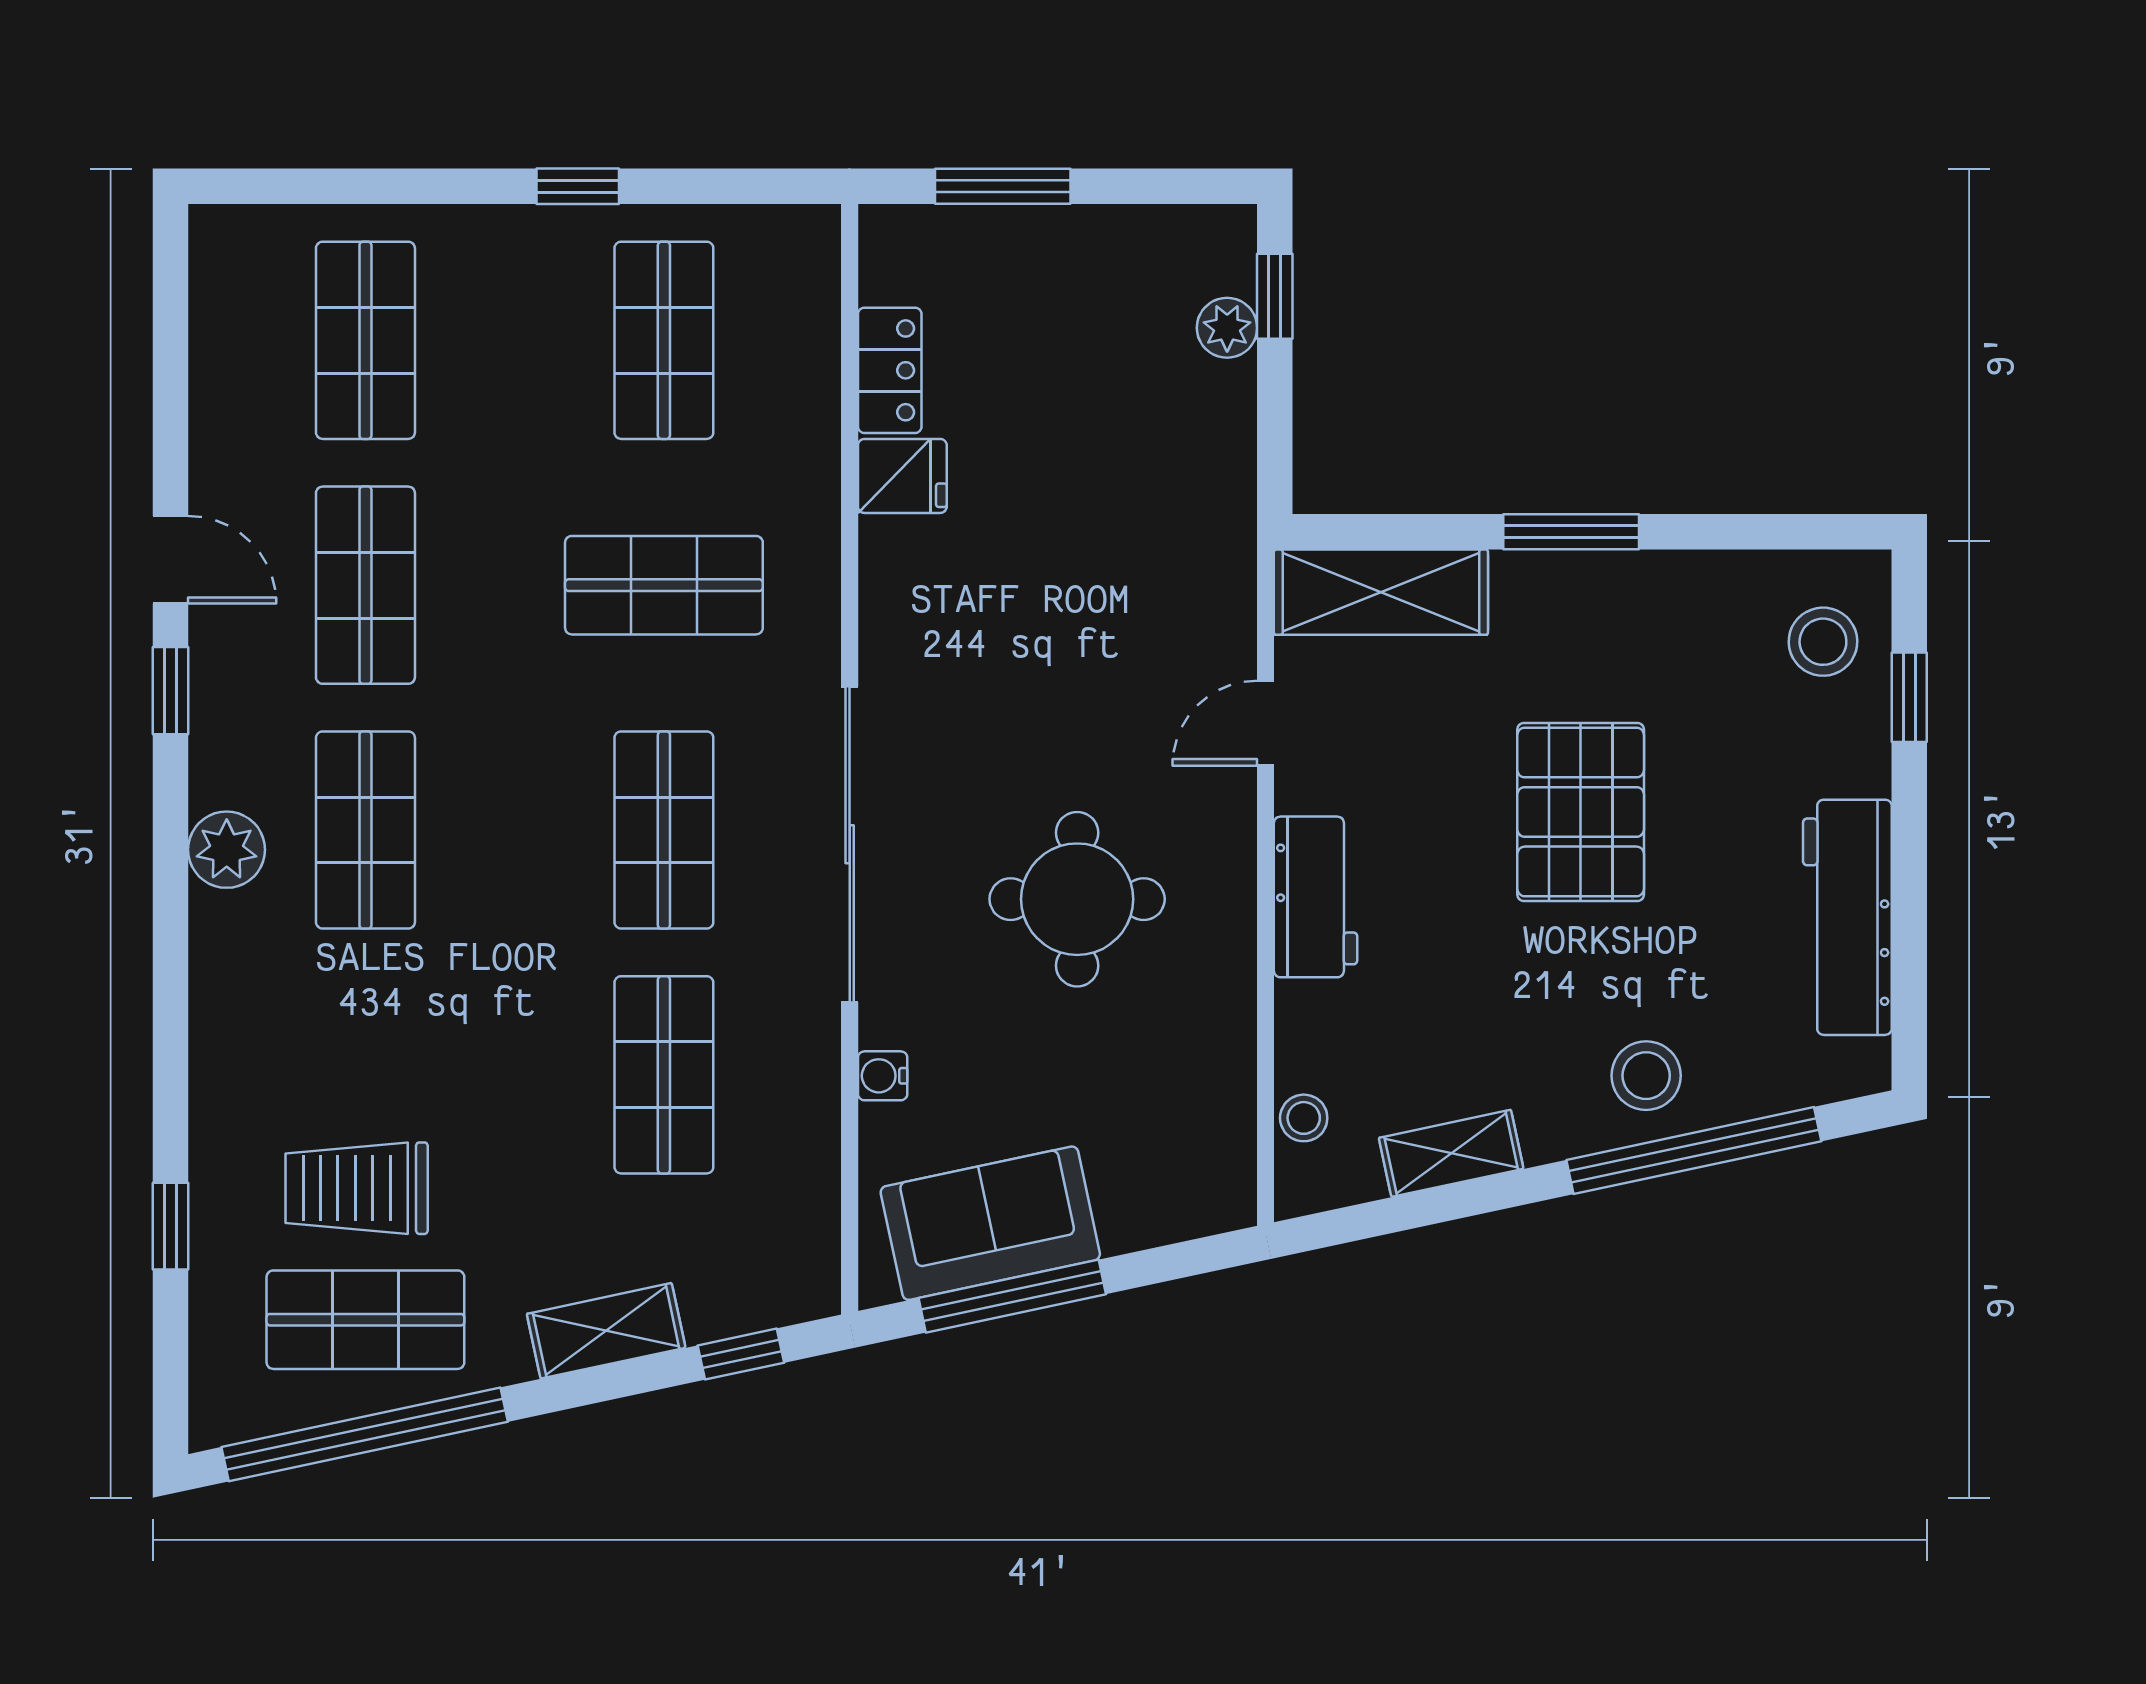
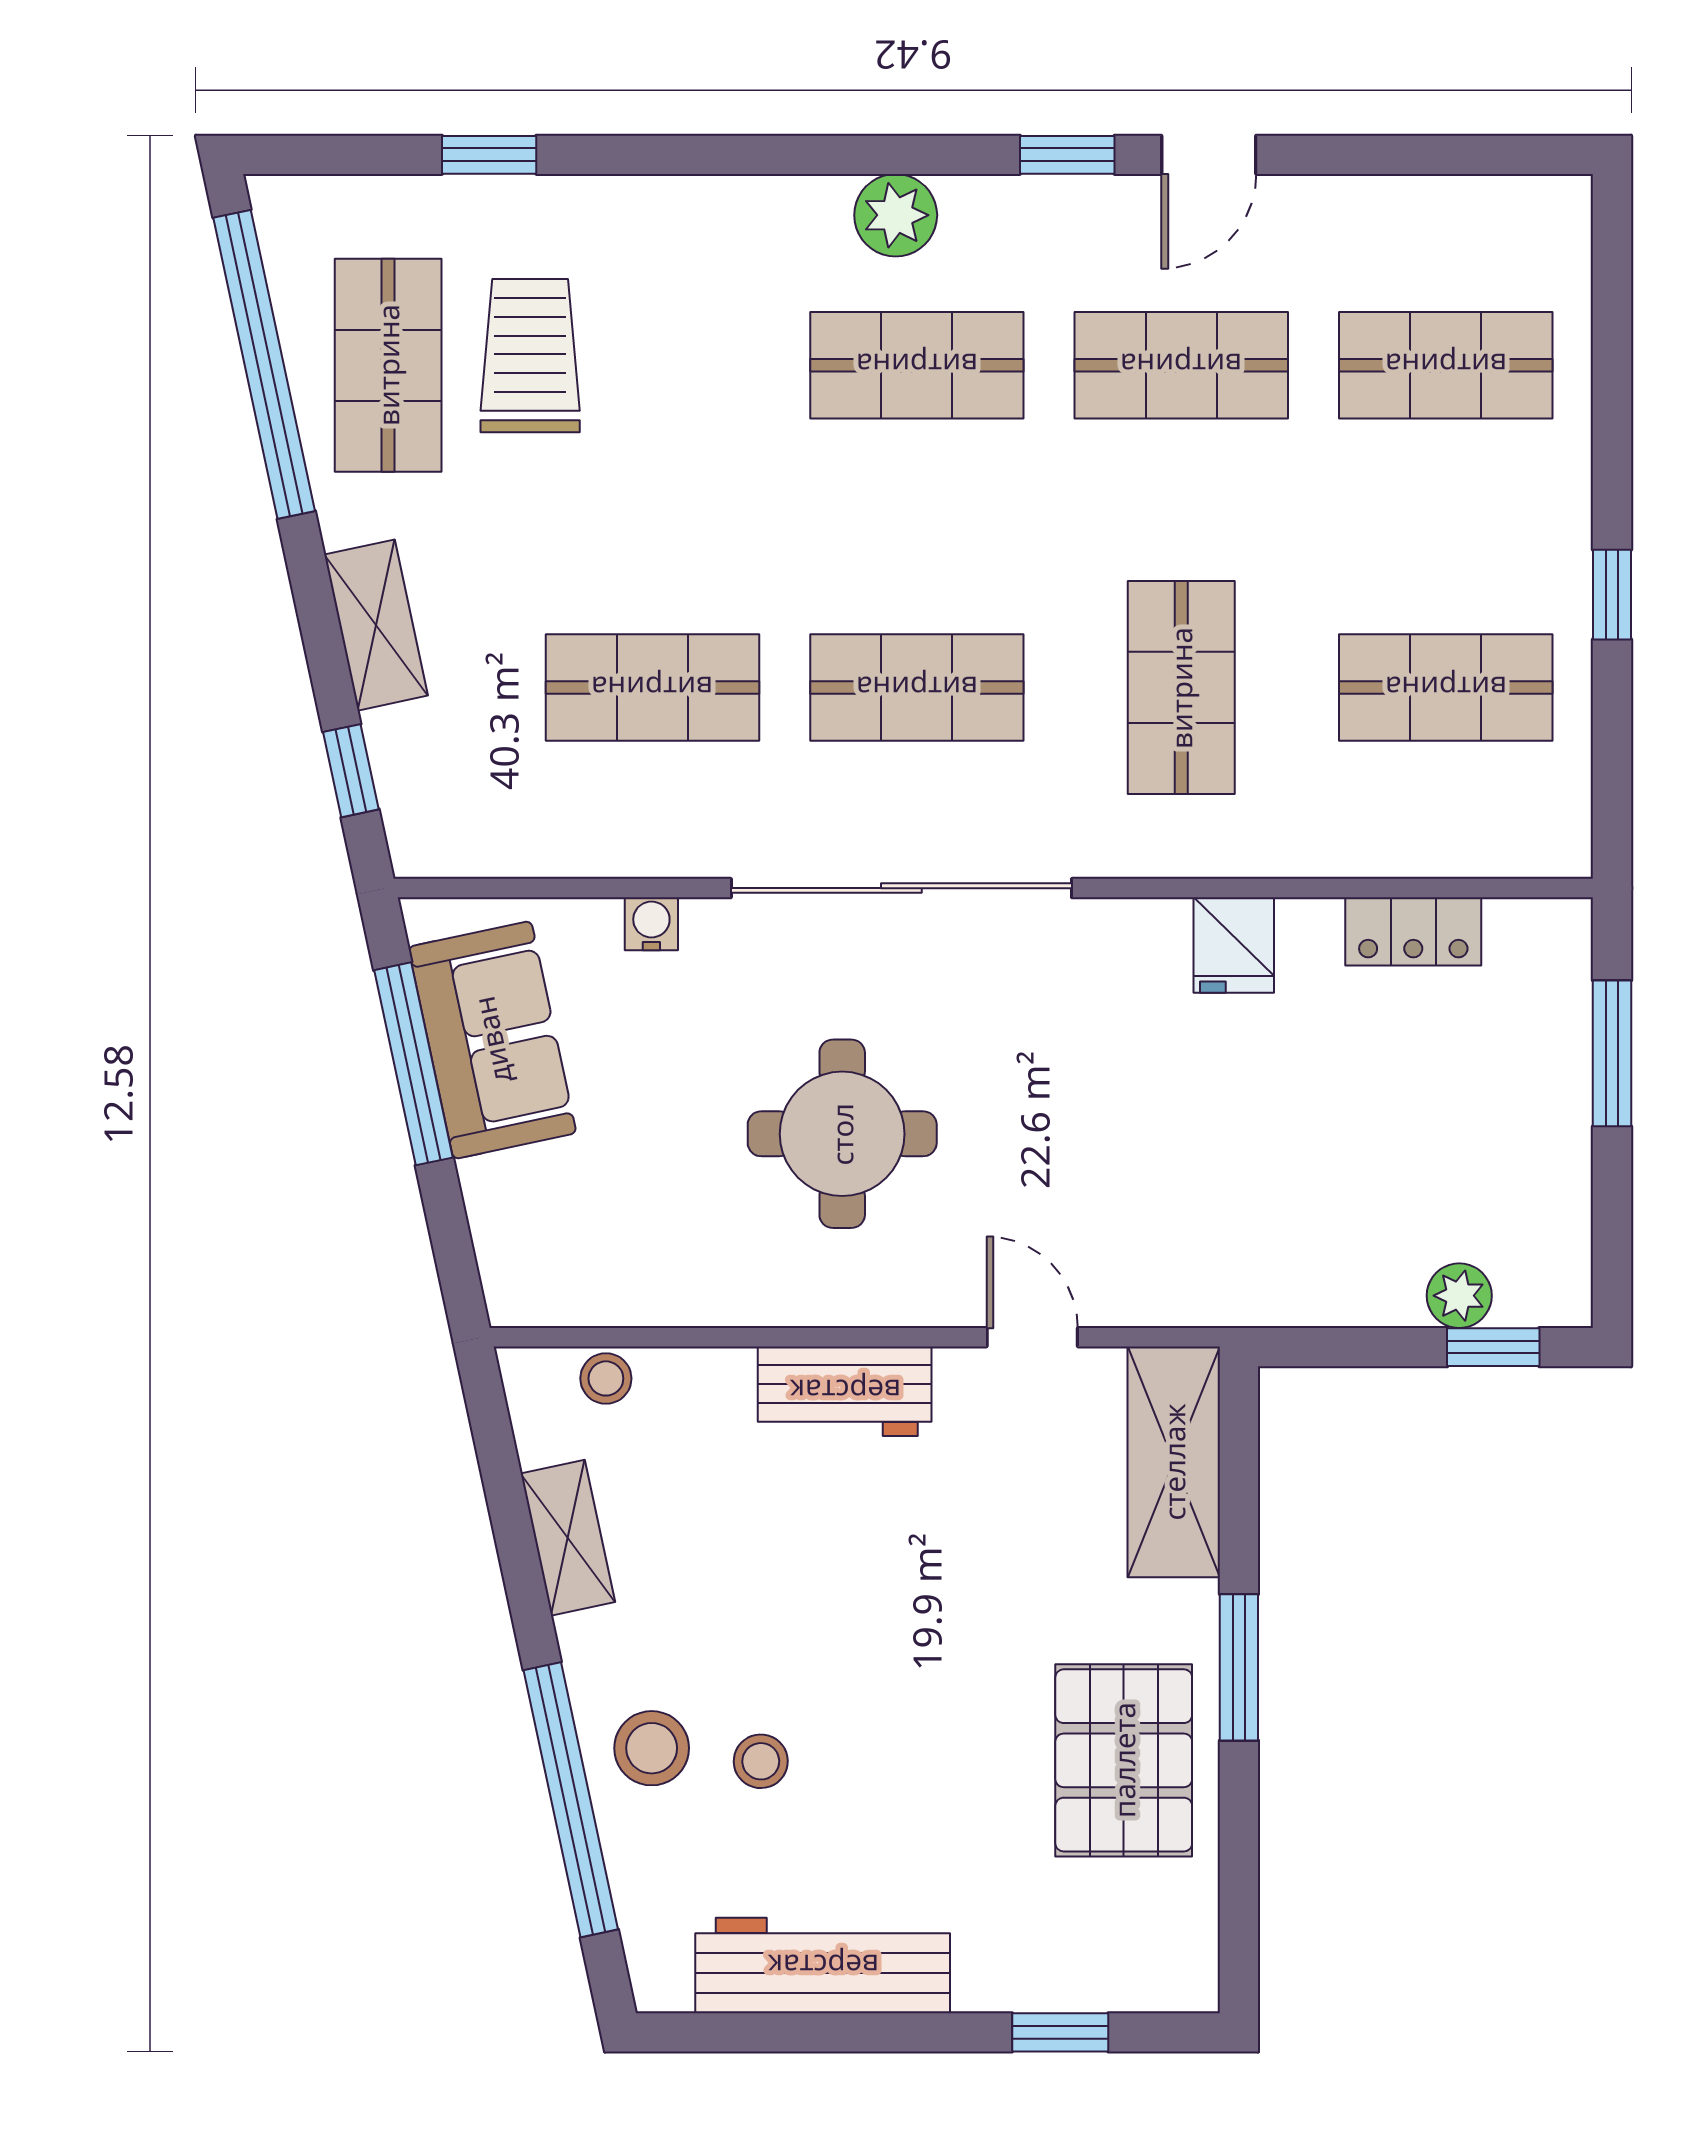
fridge: (902, 476) -> (1234, 945), moved
stool: (1823, 642) -> (761, 1761), moved, width x0.73, depth x0.73
pallet: (1581, 812) -> (1124, 1760), moved, turned 90

